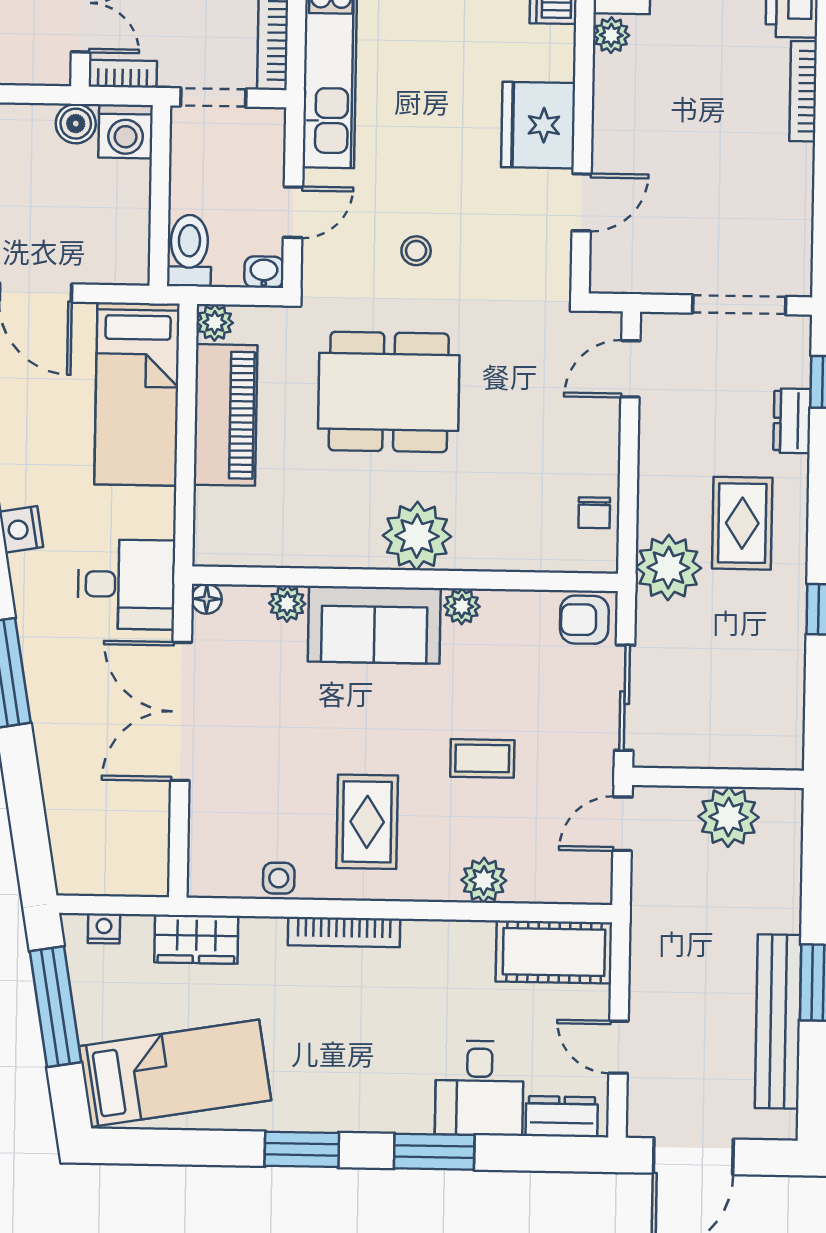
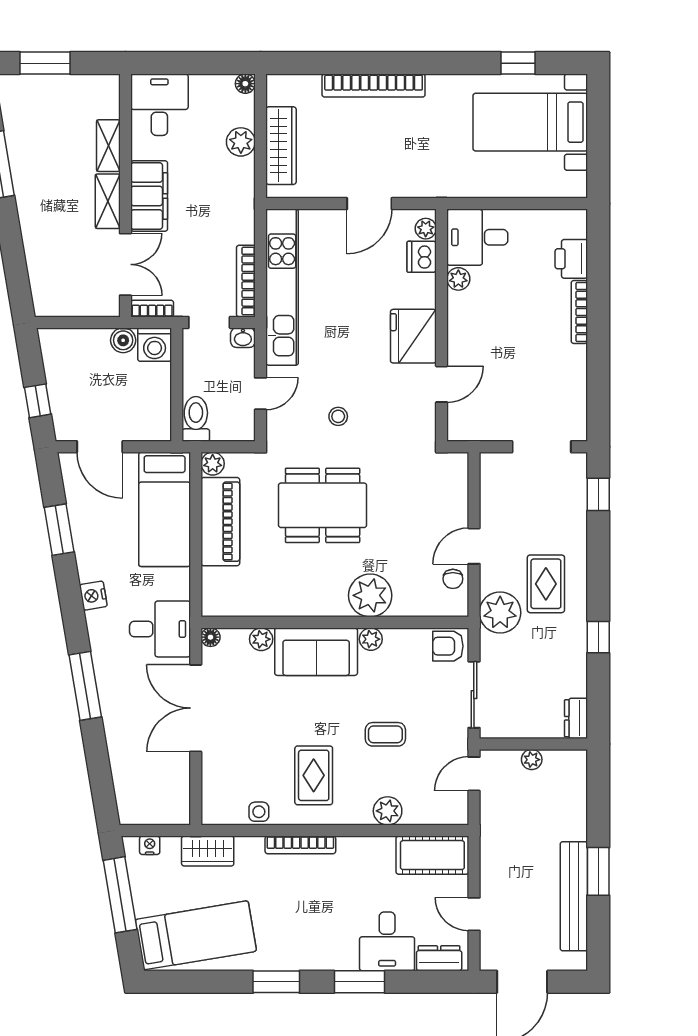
washbasin: (264, 272) -> (243, 338), moved, turned 180
door: (630, 369) -> (474, 546), moved
dresser: (792, 421) -> (576, 718), moved
plant: (417, 536) -> (370, 595), moved
plant: (729, 817) -> (532, 760), width x0.53, depth x0.53

